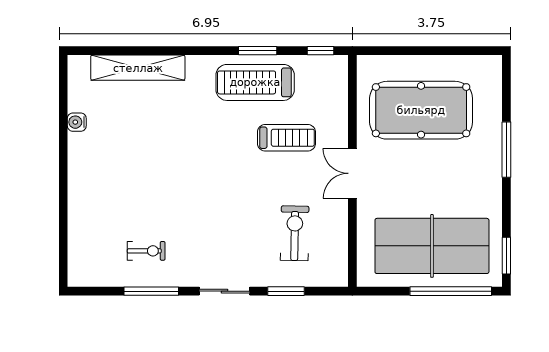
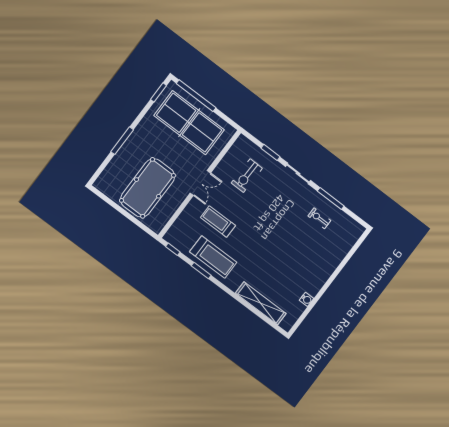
pool table: (421, 110) -> (148, 188), turned 90

